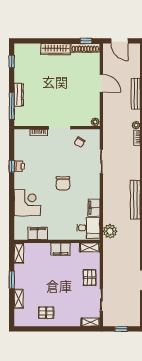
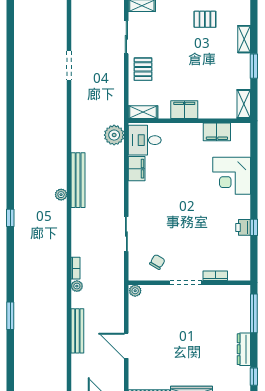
dresser: (19, 95) -> (244, 349), moved
chair: (63, 183) -> (181, 204), removed

